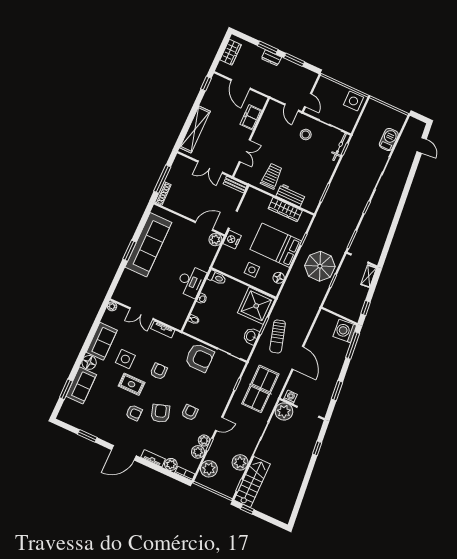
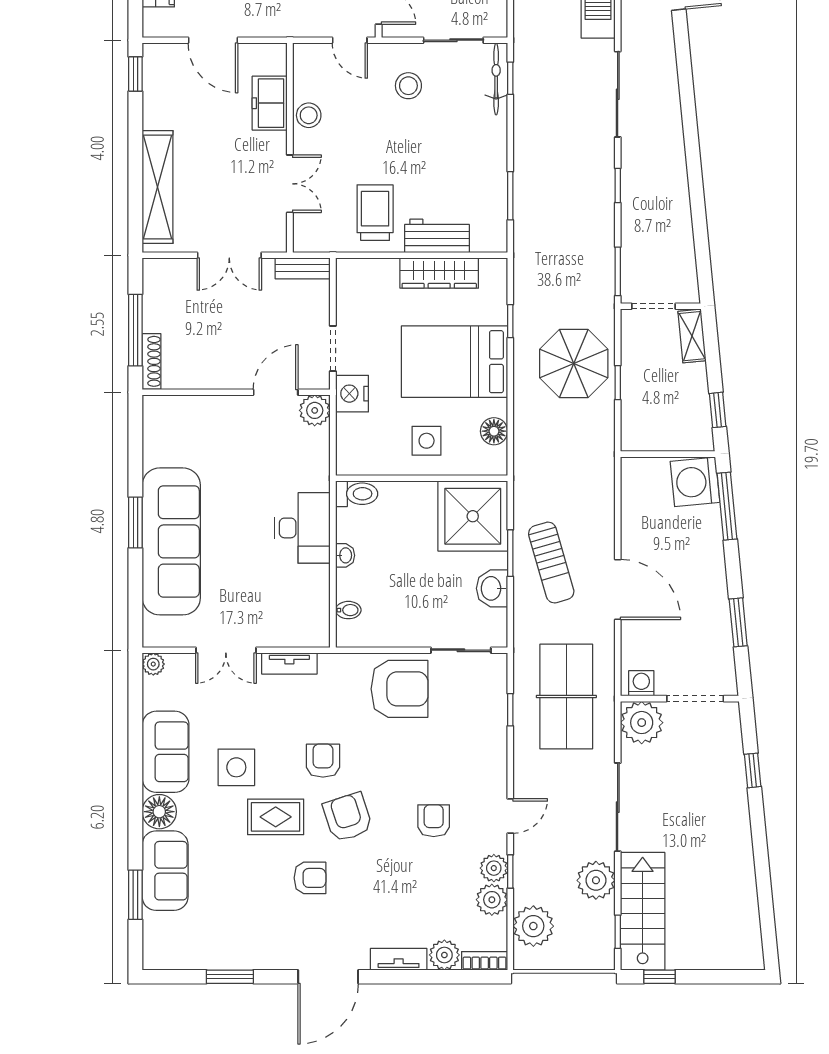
stool: (263, 129) -> (309, 115), added
sofa: (148, 245) -> (171, 541), moved
armchair: (160, 413) -> (348, 817), moved

